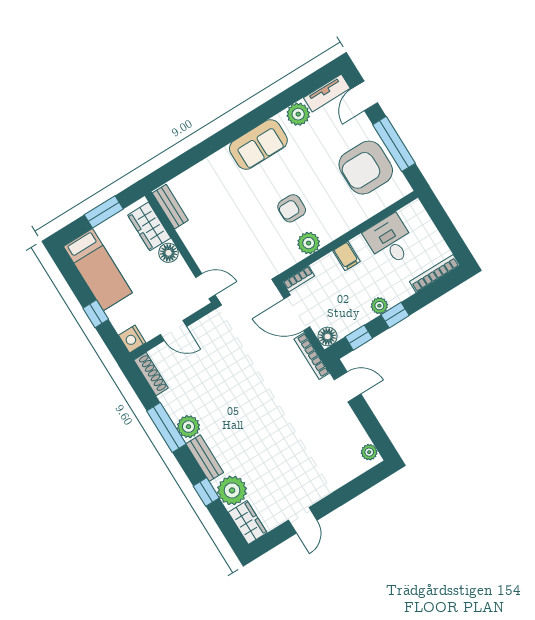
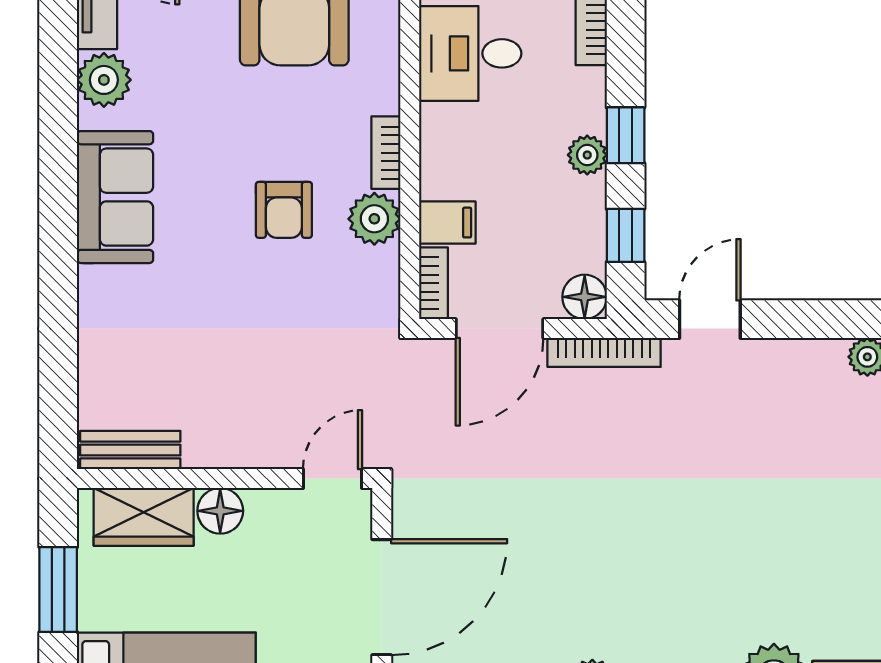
bookcase: (335, 232) -> (386, 153), added
filing cabinet: (346, 256) -> (447, 223), moved
door: (174, 330) -> (382, 597), width x1.88

